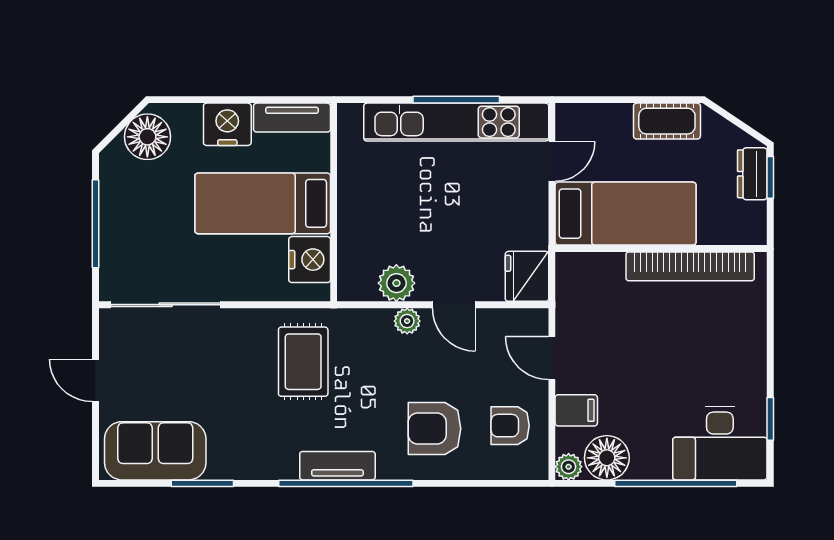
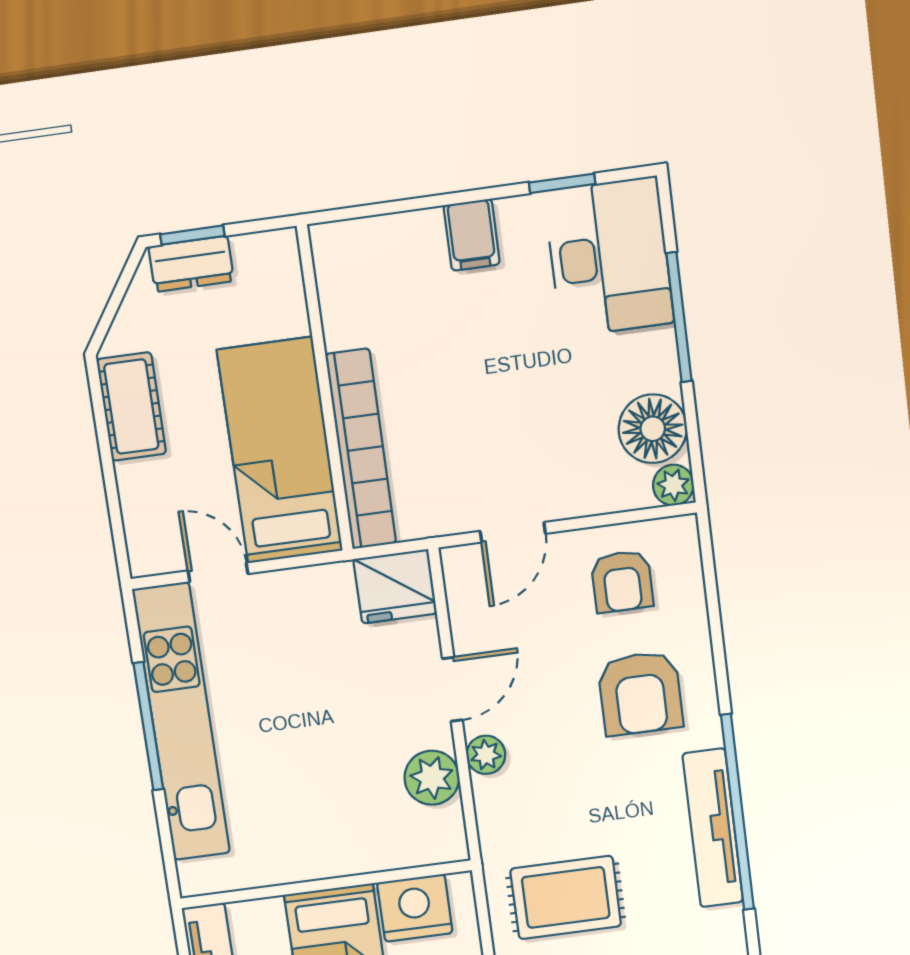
bookcase: (690, 266) -> (361, 449), moved
filing cabinet: (576, 410) -> (472, 235), moved, turned 180
tv unit: (337, 466) -> (713, 828), width x1.41
window: (676, 483) -> (679, 317), width x0.68

